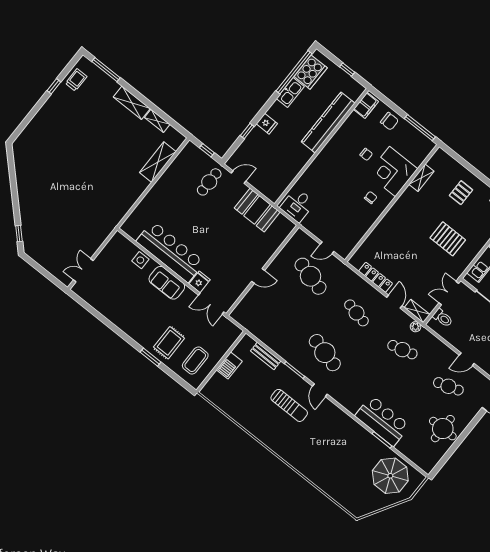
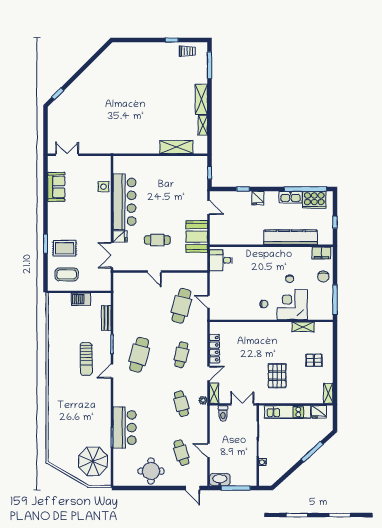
cafe table: (209, 182) -> (157, 240), moved
sofa: (167, 283) -> (56, 187), moved, turned 180

